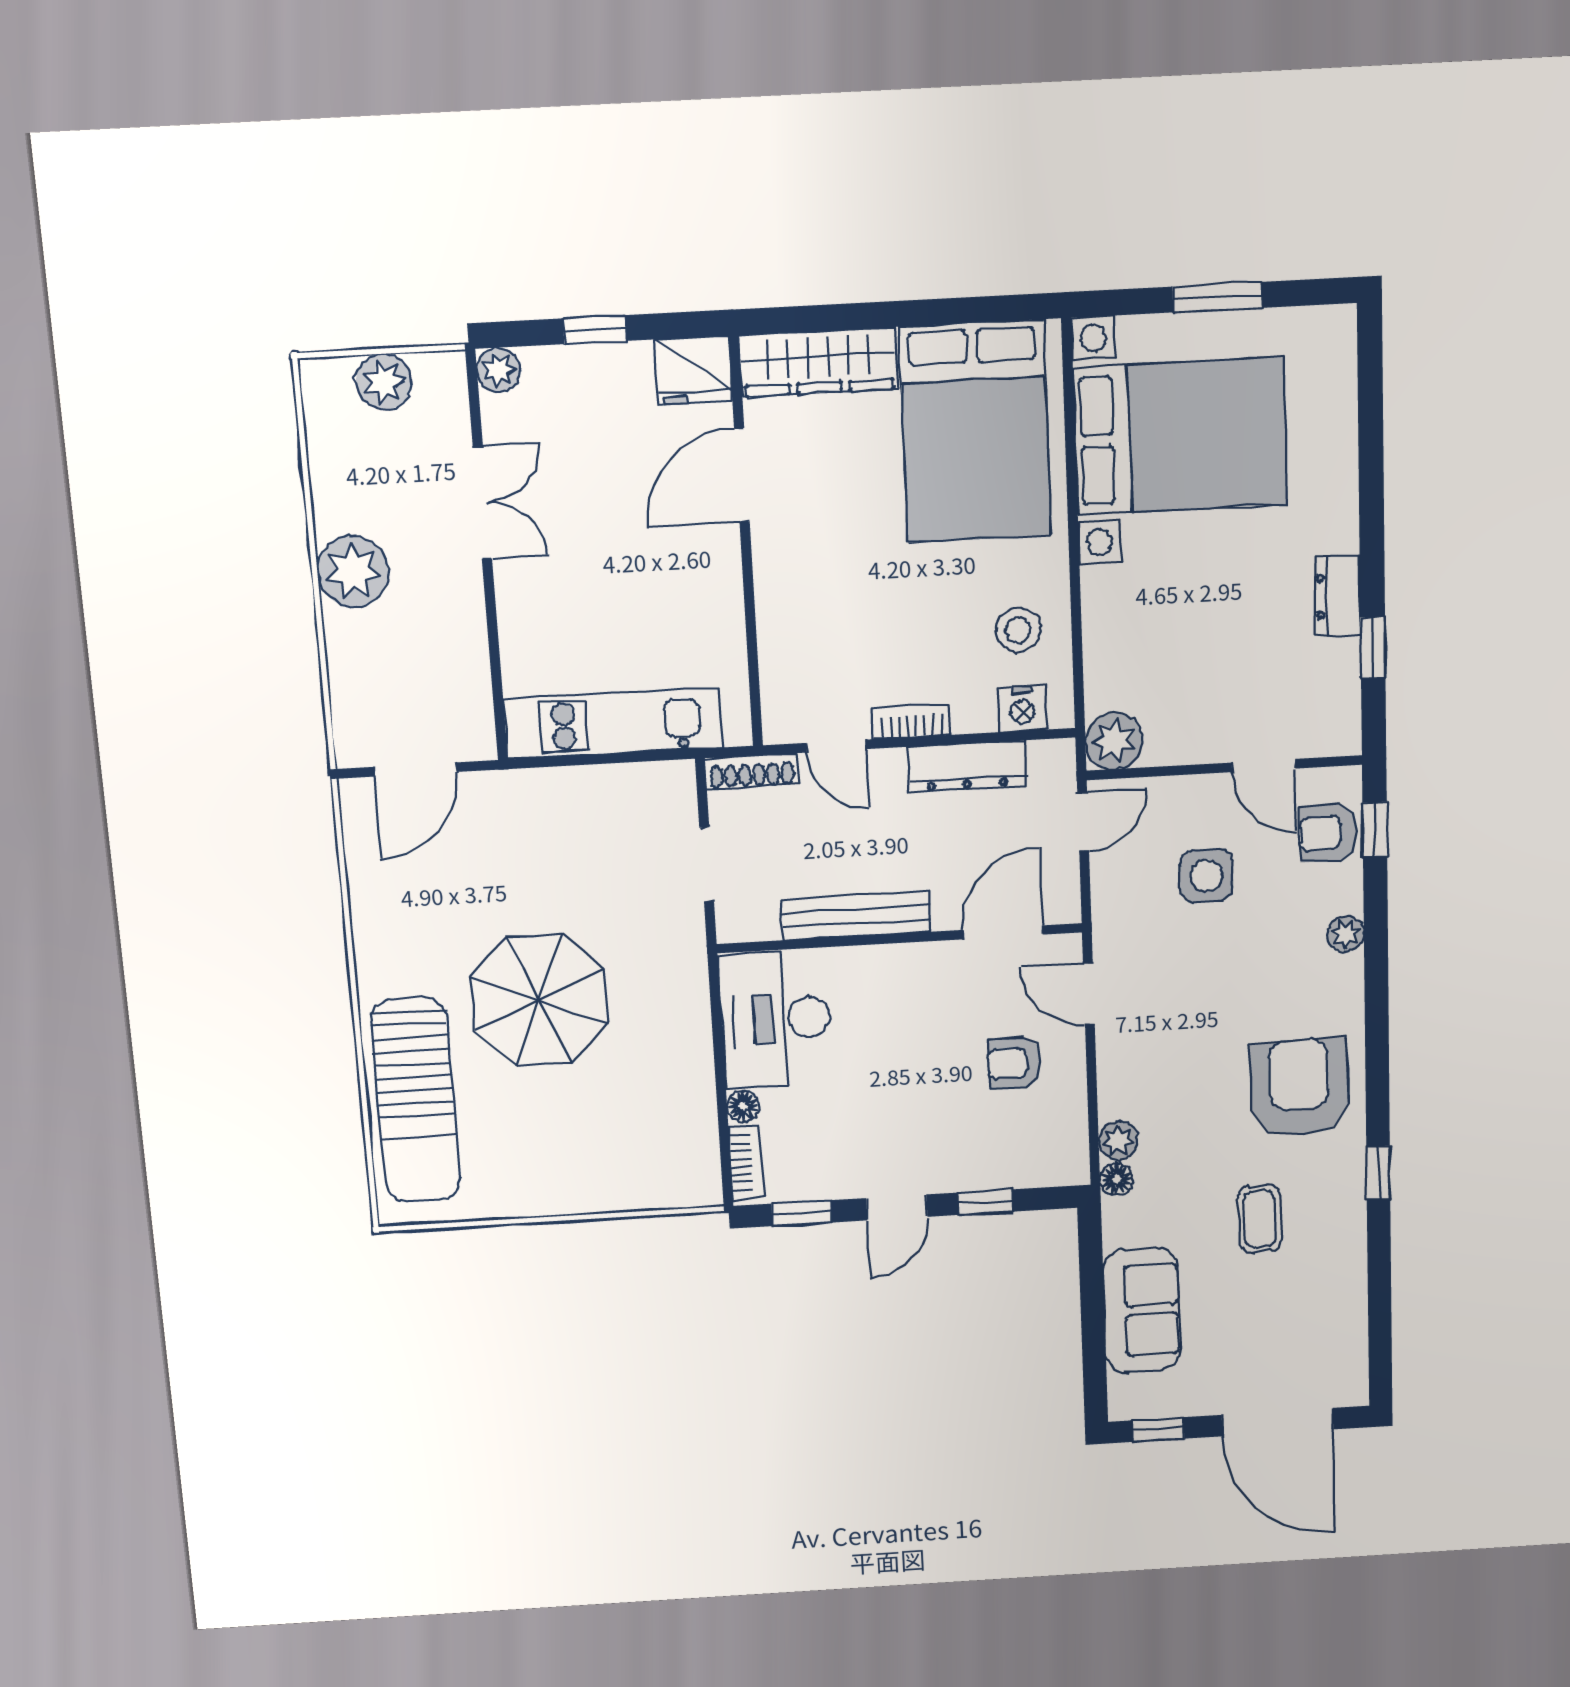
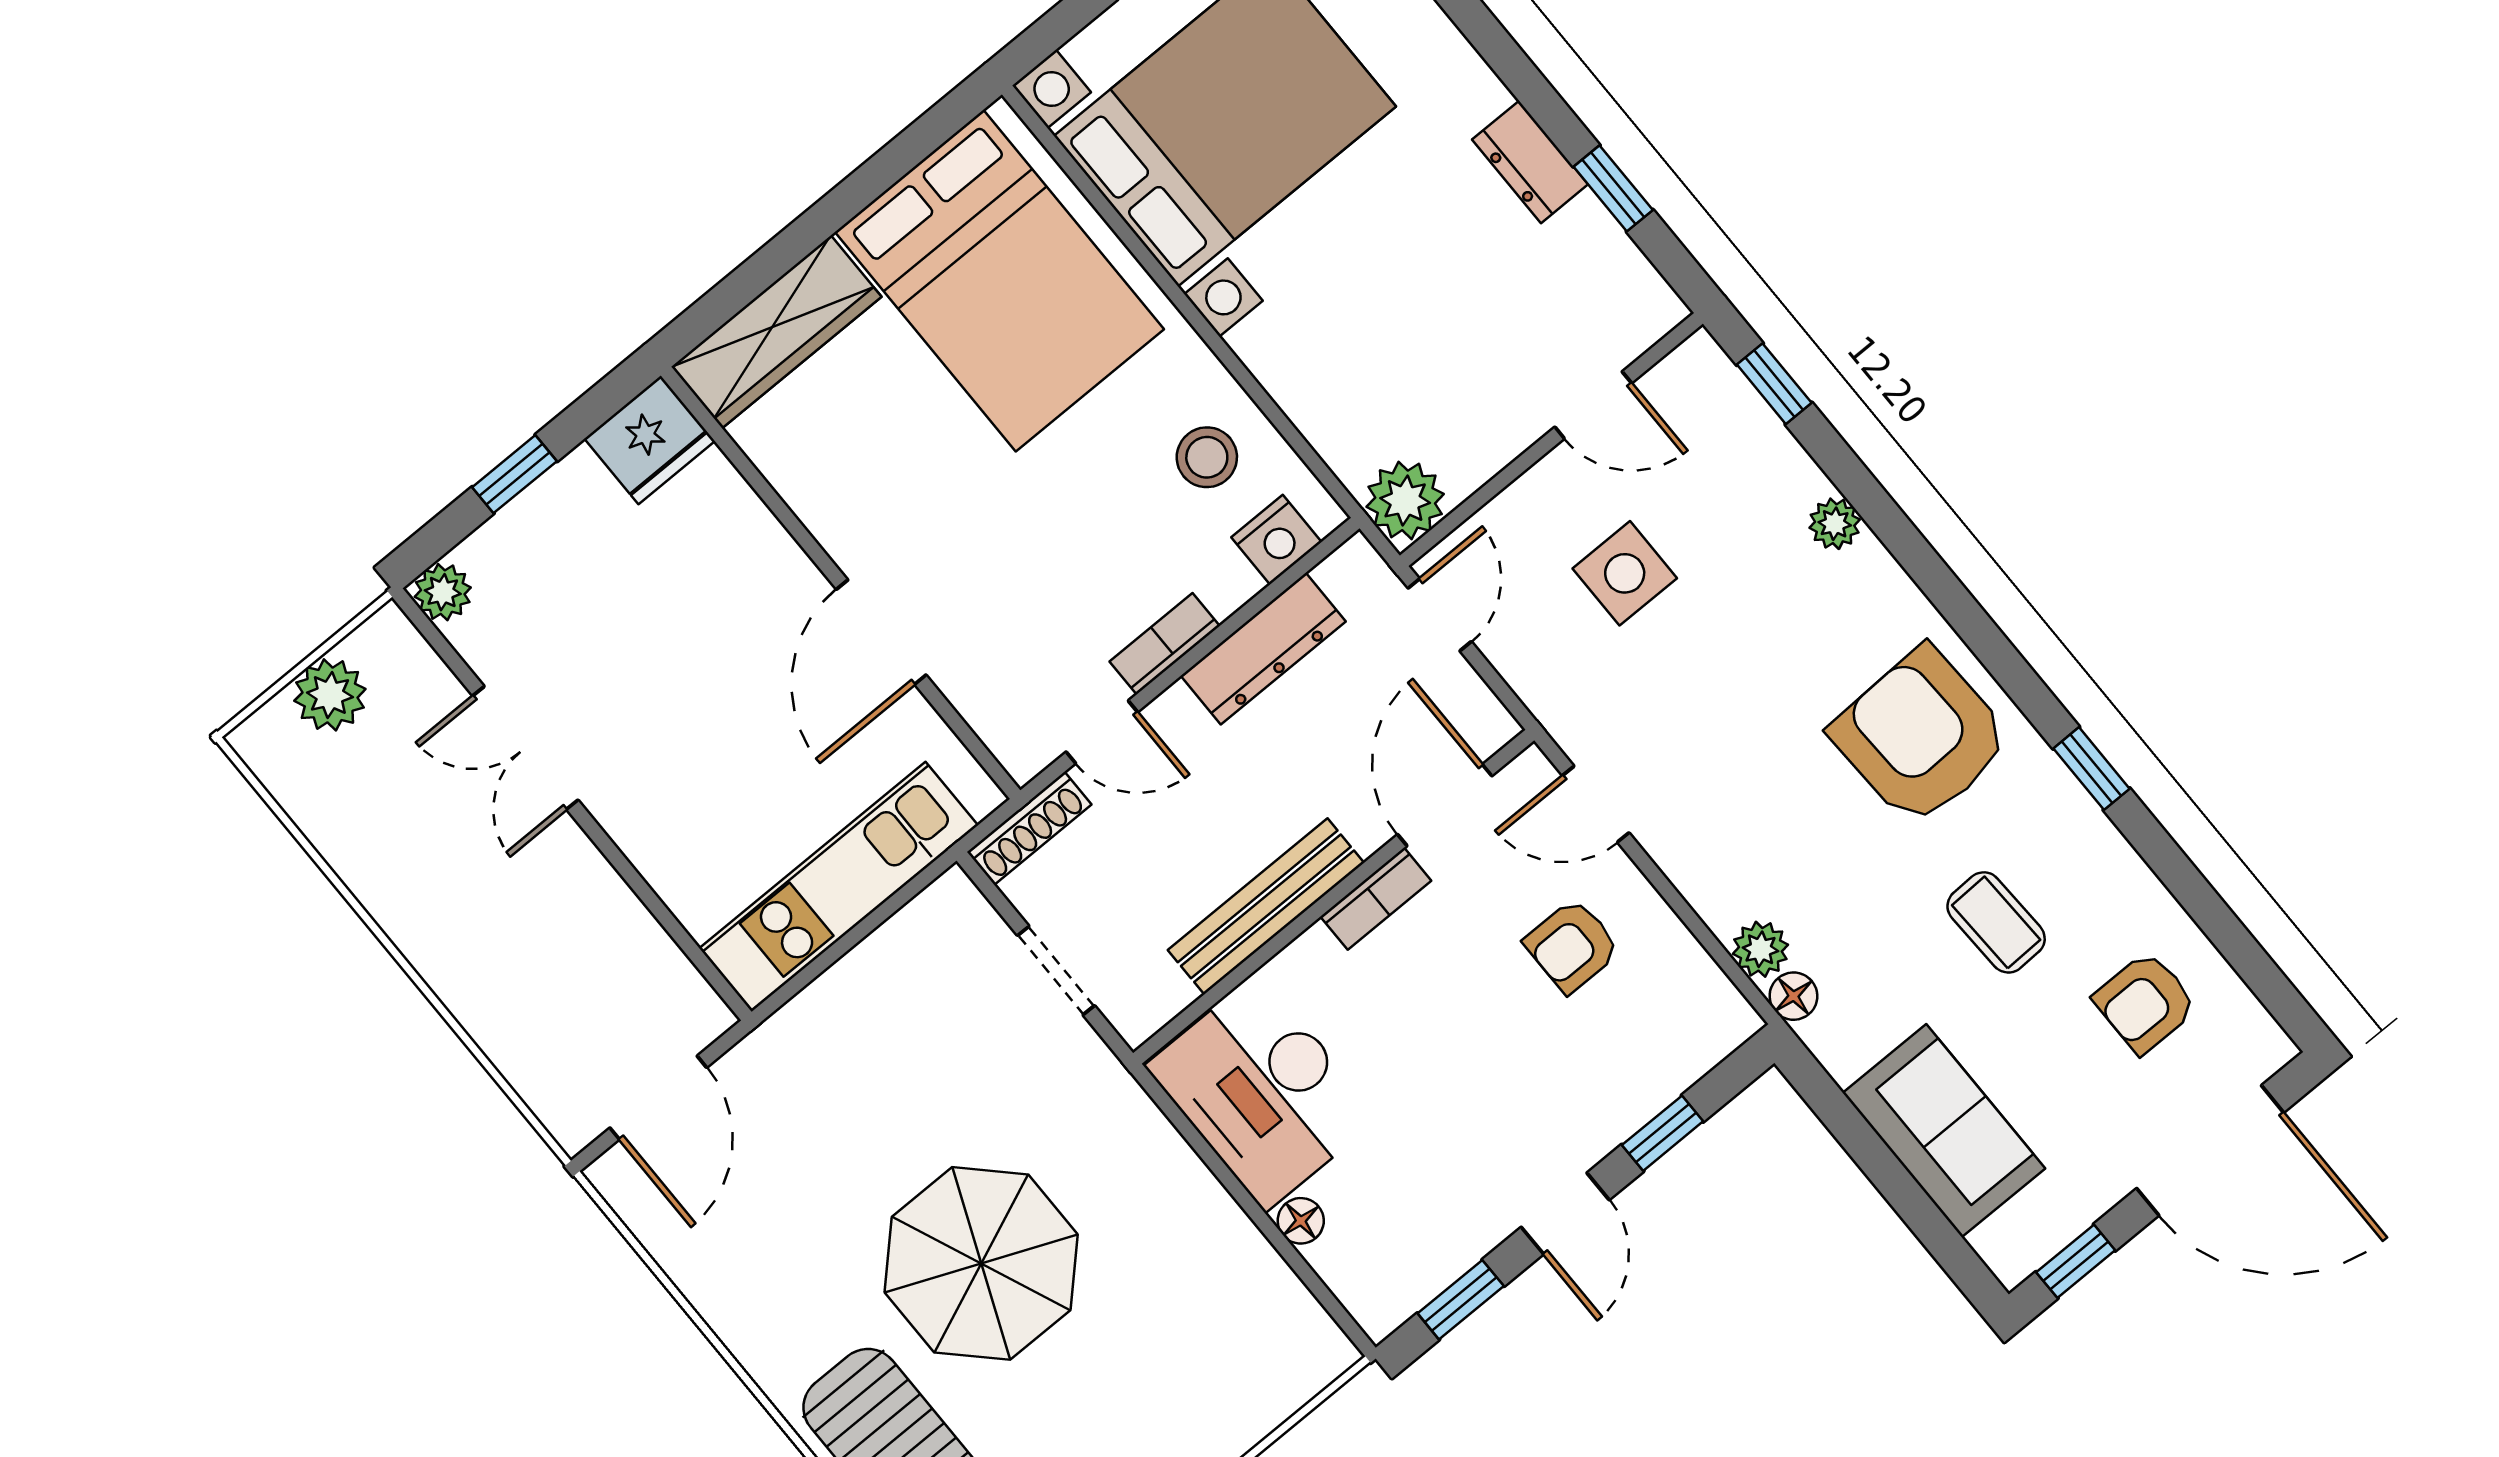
door: (742, 475) -> (881, 632), moved
double door: (482, 503) -> (525, 748), swing flipped
plant: (353, 571) -> (439, 925), removed
armchair: (1328, 833) -> (2145, 1002), moved
bookcase: (746, 1162) -> (1376, 899), moved, turned 90

